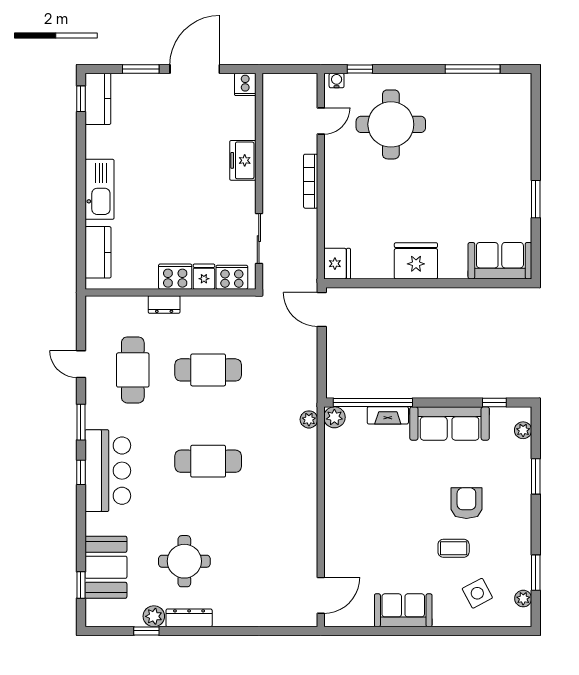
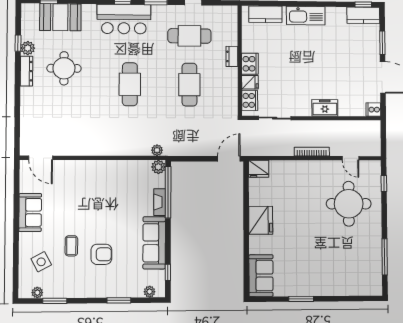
water cooler: (337, 81) -> (376, 169), removed

